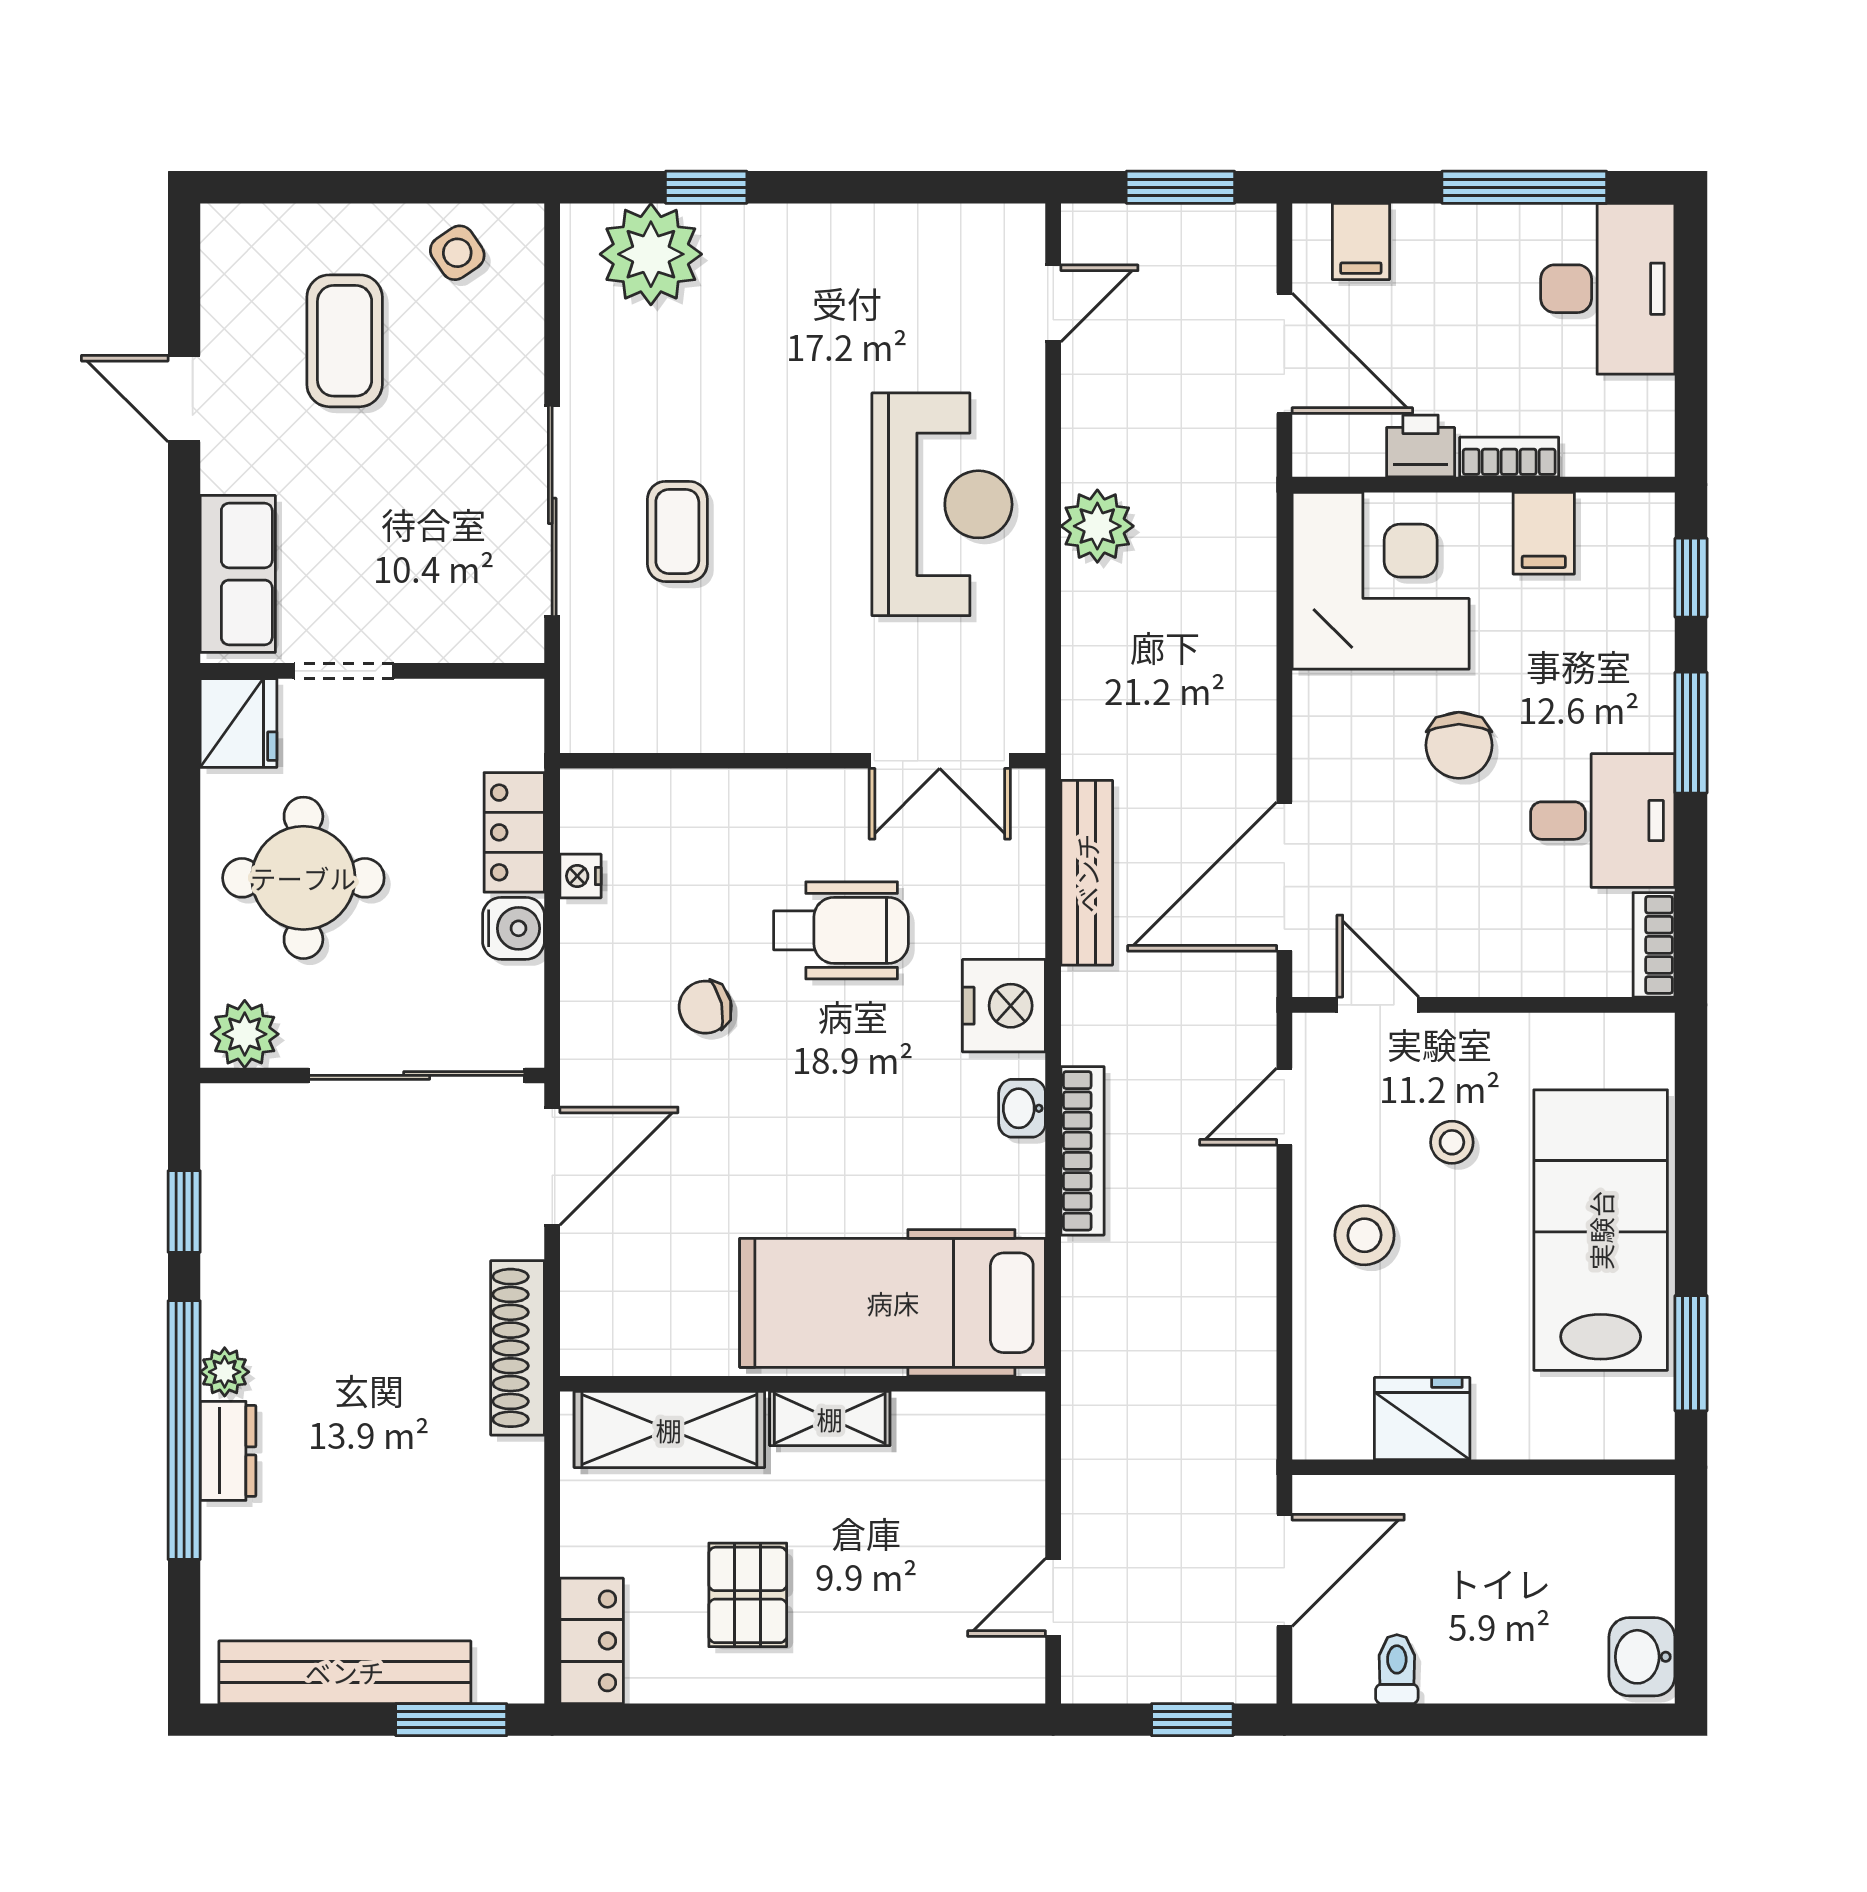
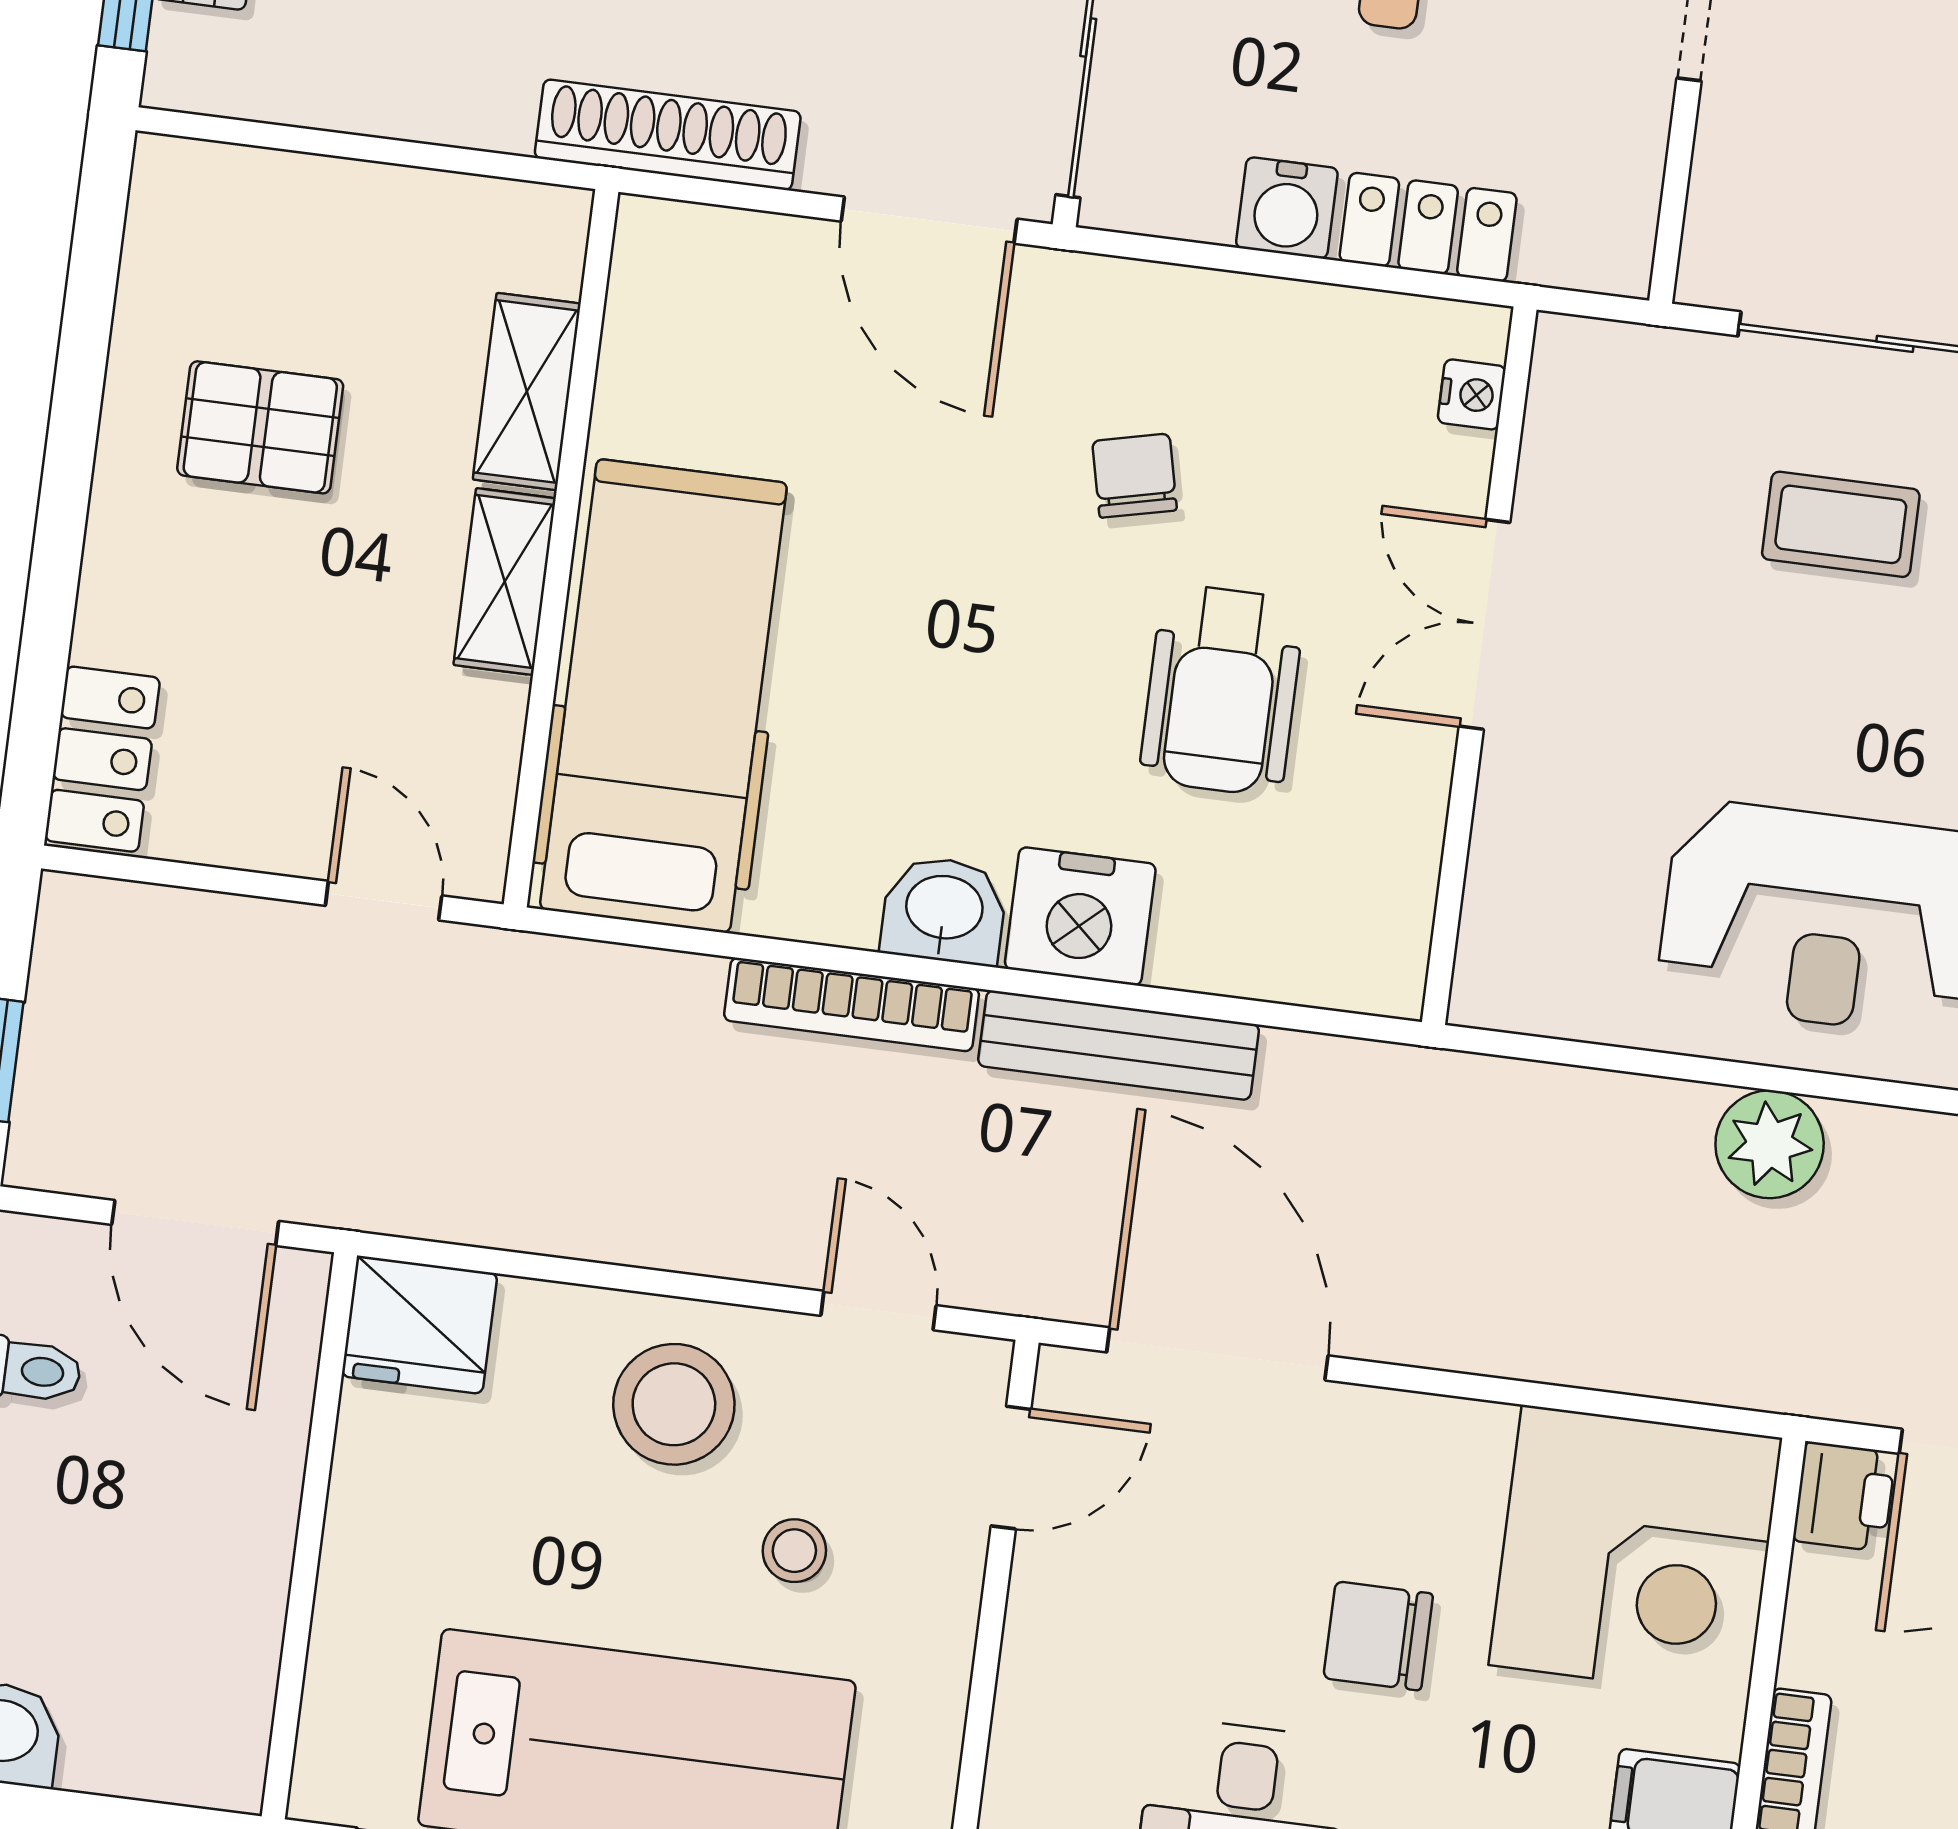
printer: (1421, 446) -> (1844, 1497), moved
double door: (940, 761) -> (1485, 624), moved
bench: (1087, 873) -> (1119, 1045), moved
nightstand: (580, 876) -> (1472, 394), moved, turned 90
washbasin: (1022, 1108) -> (944, 910), width x1.38, depth x1.45
stool: (1365, 1235) -> (674, 1404), width x1.38, depth x1.38
fridge: (1422, 1418) -> (419, 1325), moved, turned 90
shelving: (669, 1430) -> (527, 392), width x0.67, depth x0.75
door: (1053, 1598) -> (384, 901), moved
locker: (592, 1641) -> (102, 759), moved, turned -90

